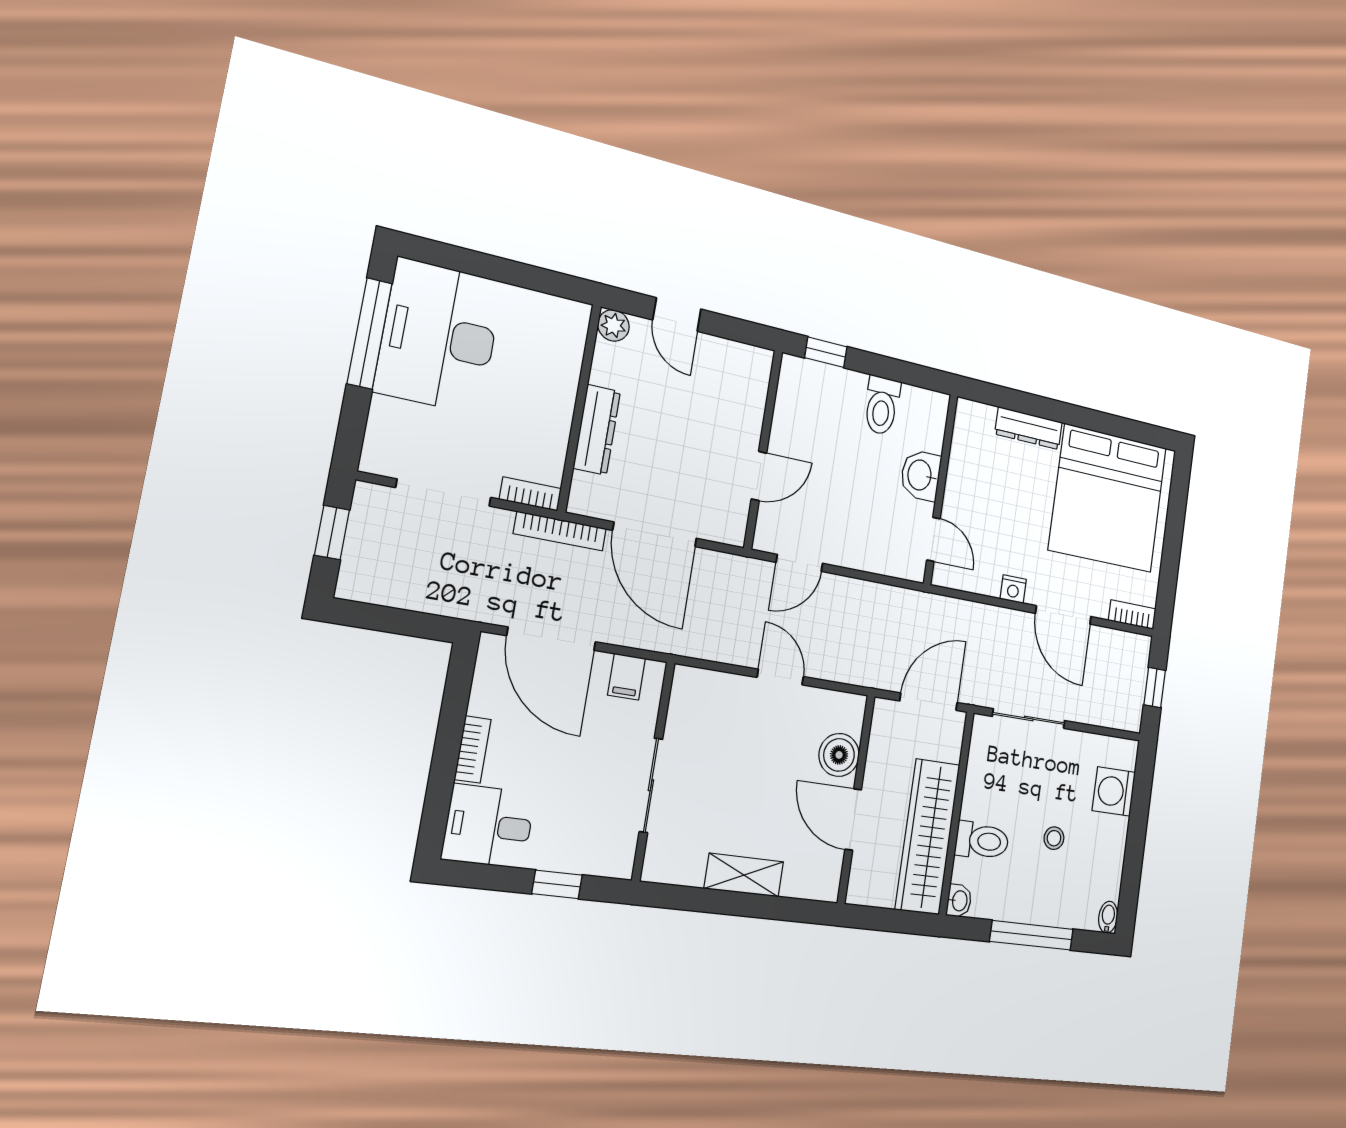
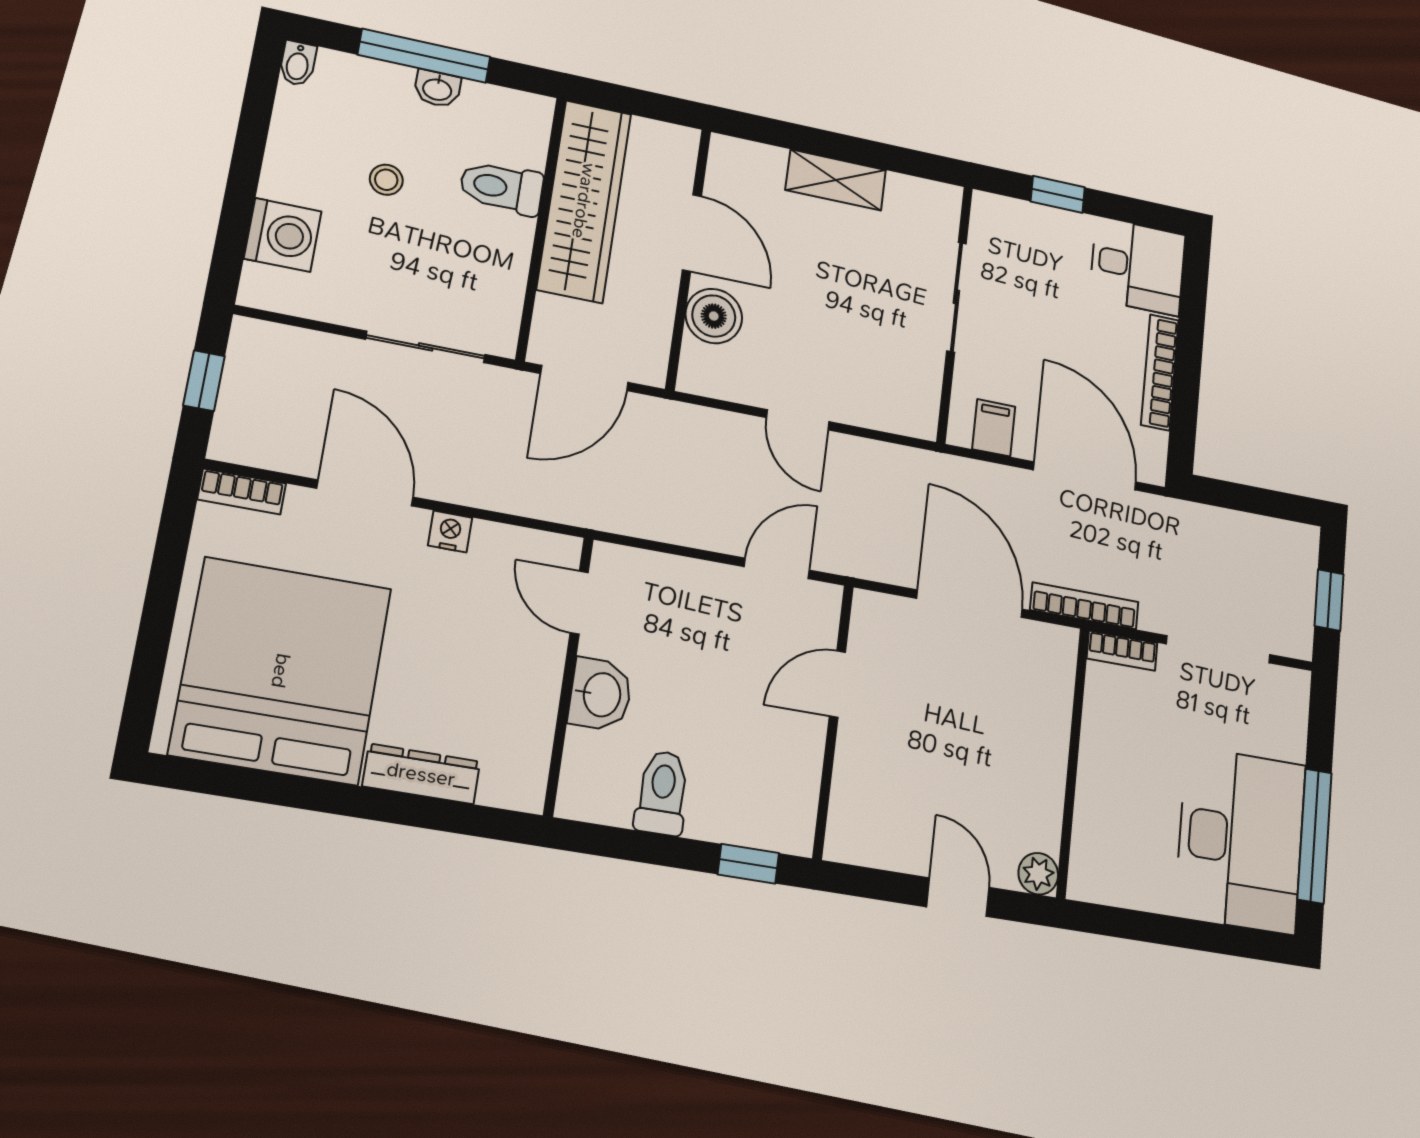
dresser: (597, 430) -> (1050, 735), removed
bookcase: (473, 749) -> (1160, 372), width x1.56
washbasin: (959, 901) -> (437, 89), moved, turned -90

